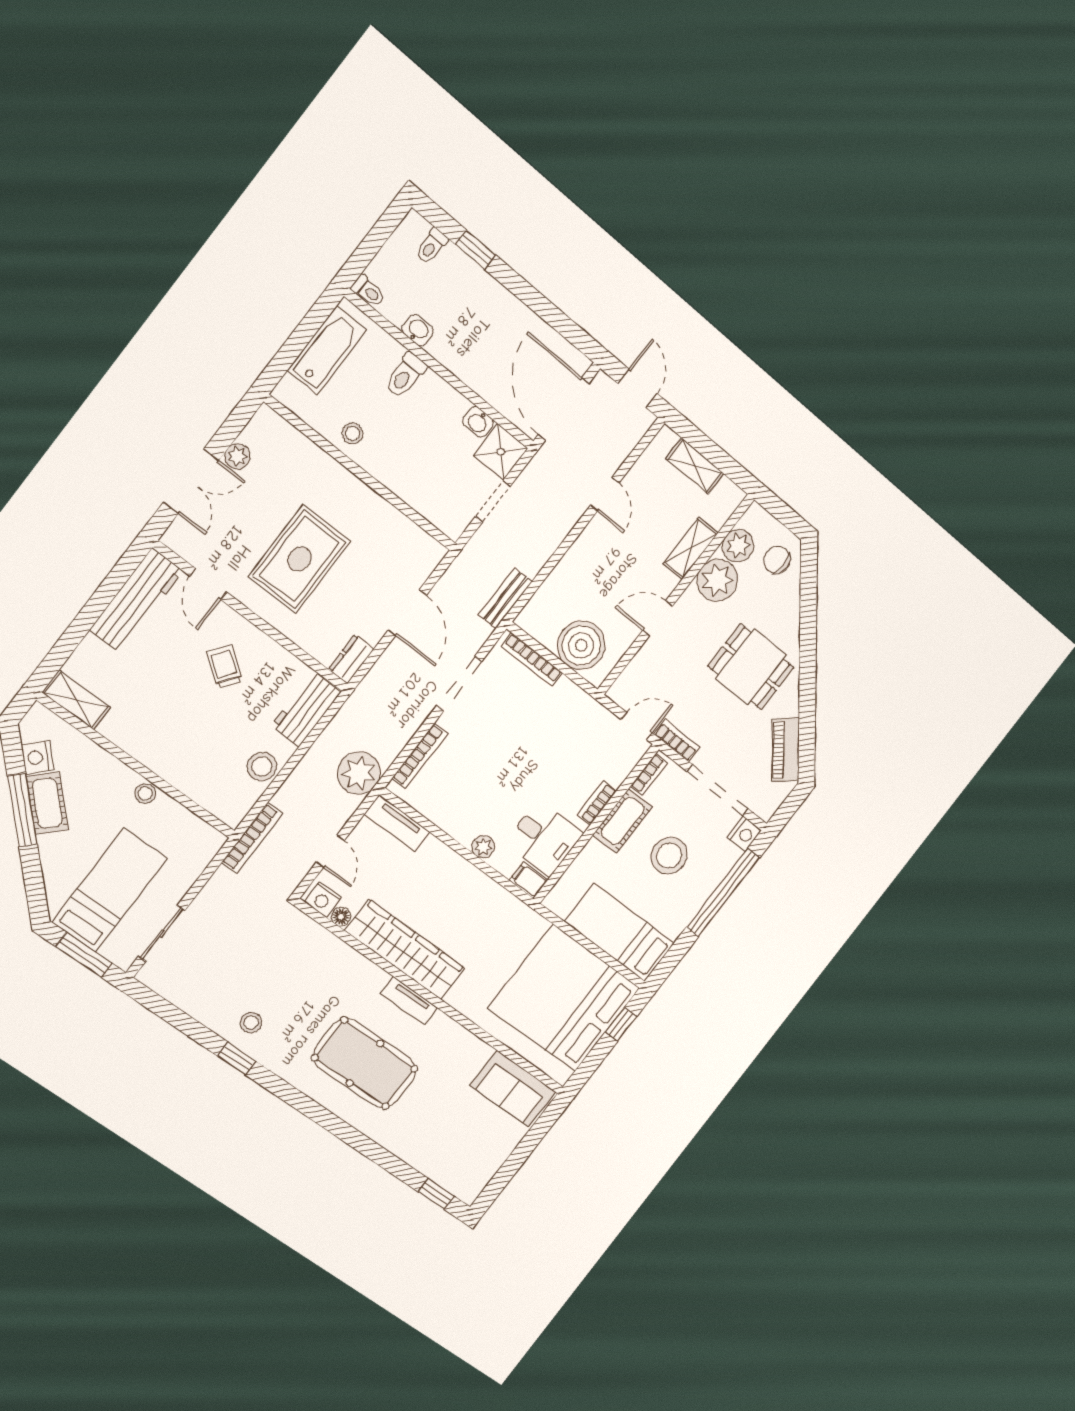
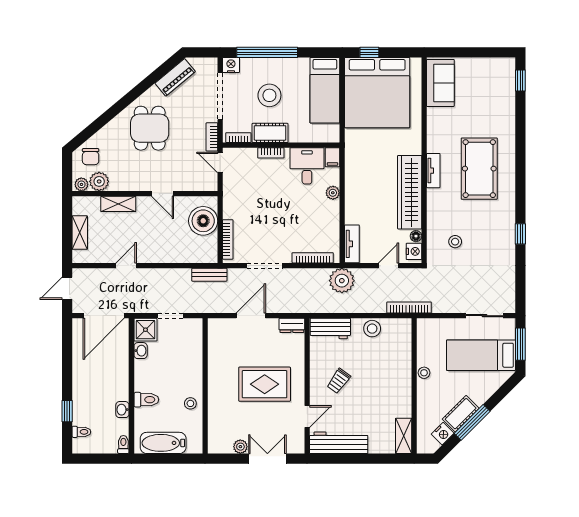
plant: (717, 580) -> (81, 184), moved, width x0.53, depth x0.53
stool: (251, 1023) -> (455, 242), moved

